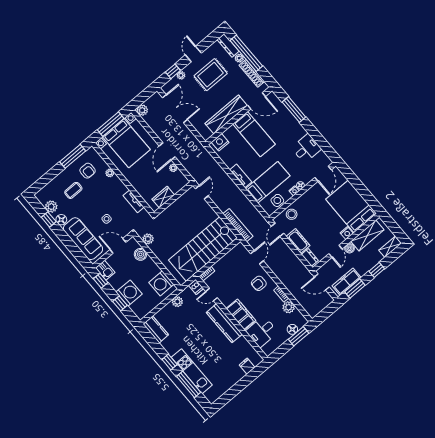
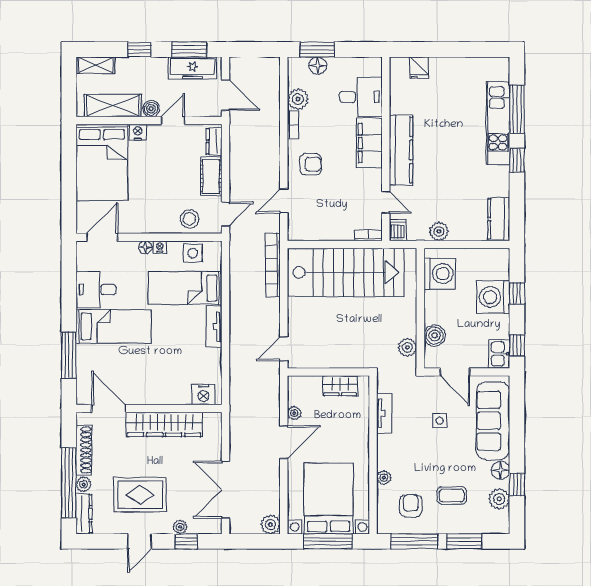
bed: (254, 134) -> (114, 326), moved, turned 90
window: (51, 175) -> (464, 541), added

